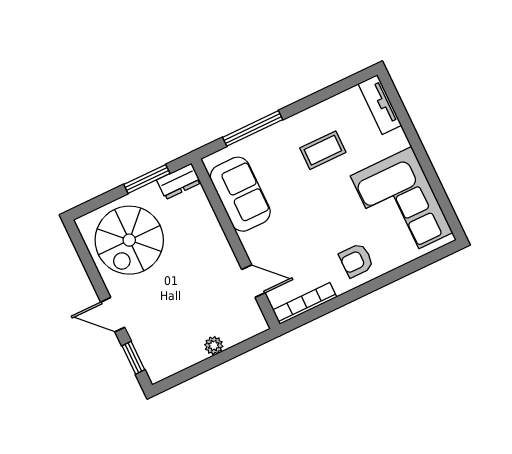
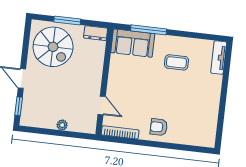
window: (147, 179) -> (67, 20), moved
sofa: (240, 194) -> (133, 43), moved, turned 90
corner sofa: (402, 204) -> (199, 113), removed
spiral stairs: (129, 240) -> (53, 47), turned -90

